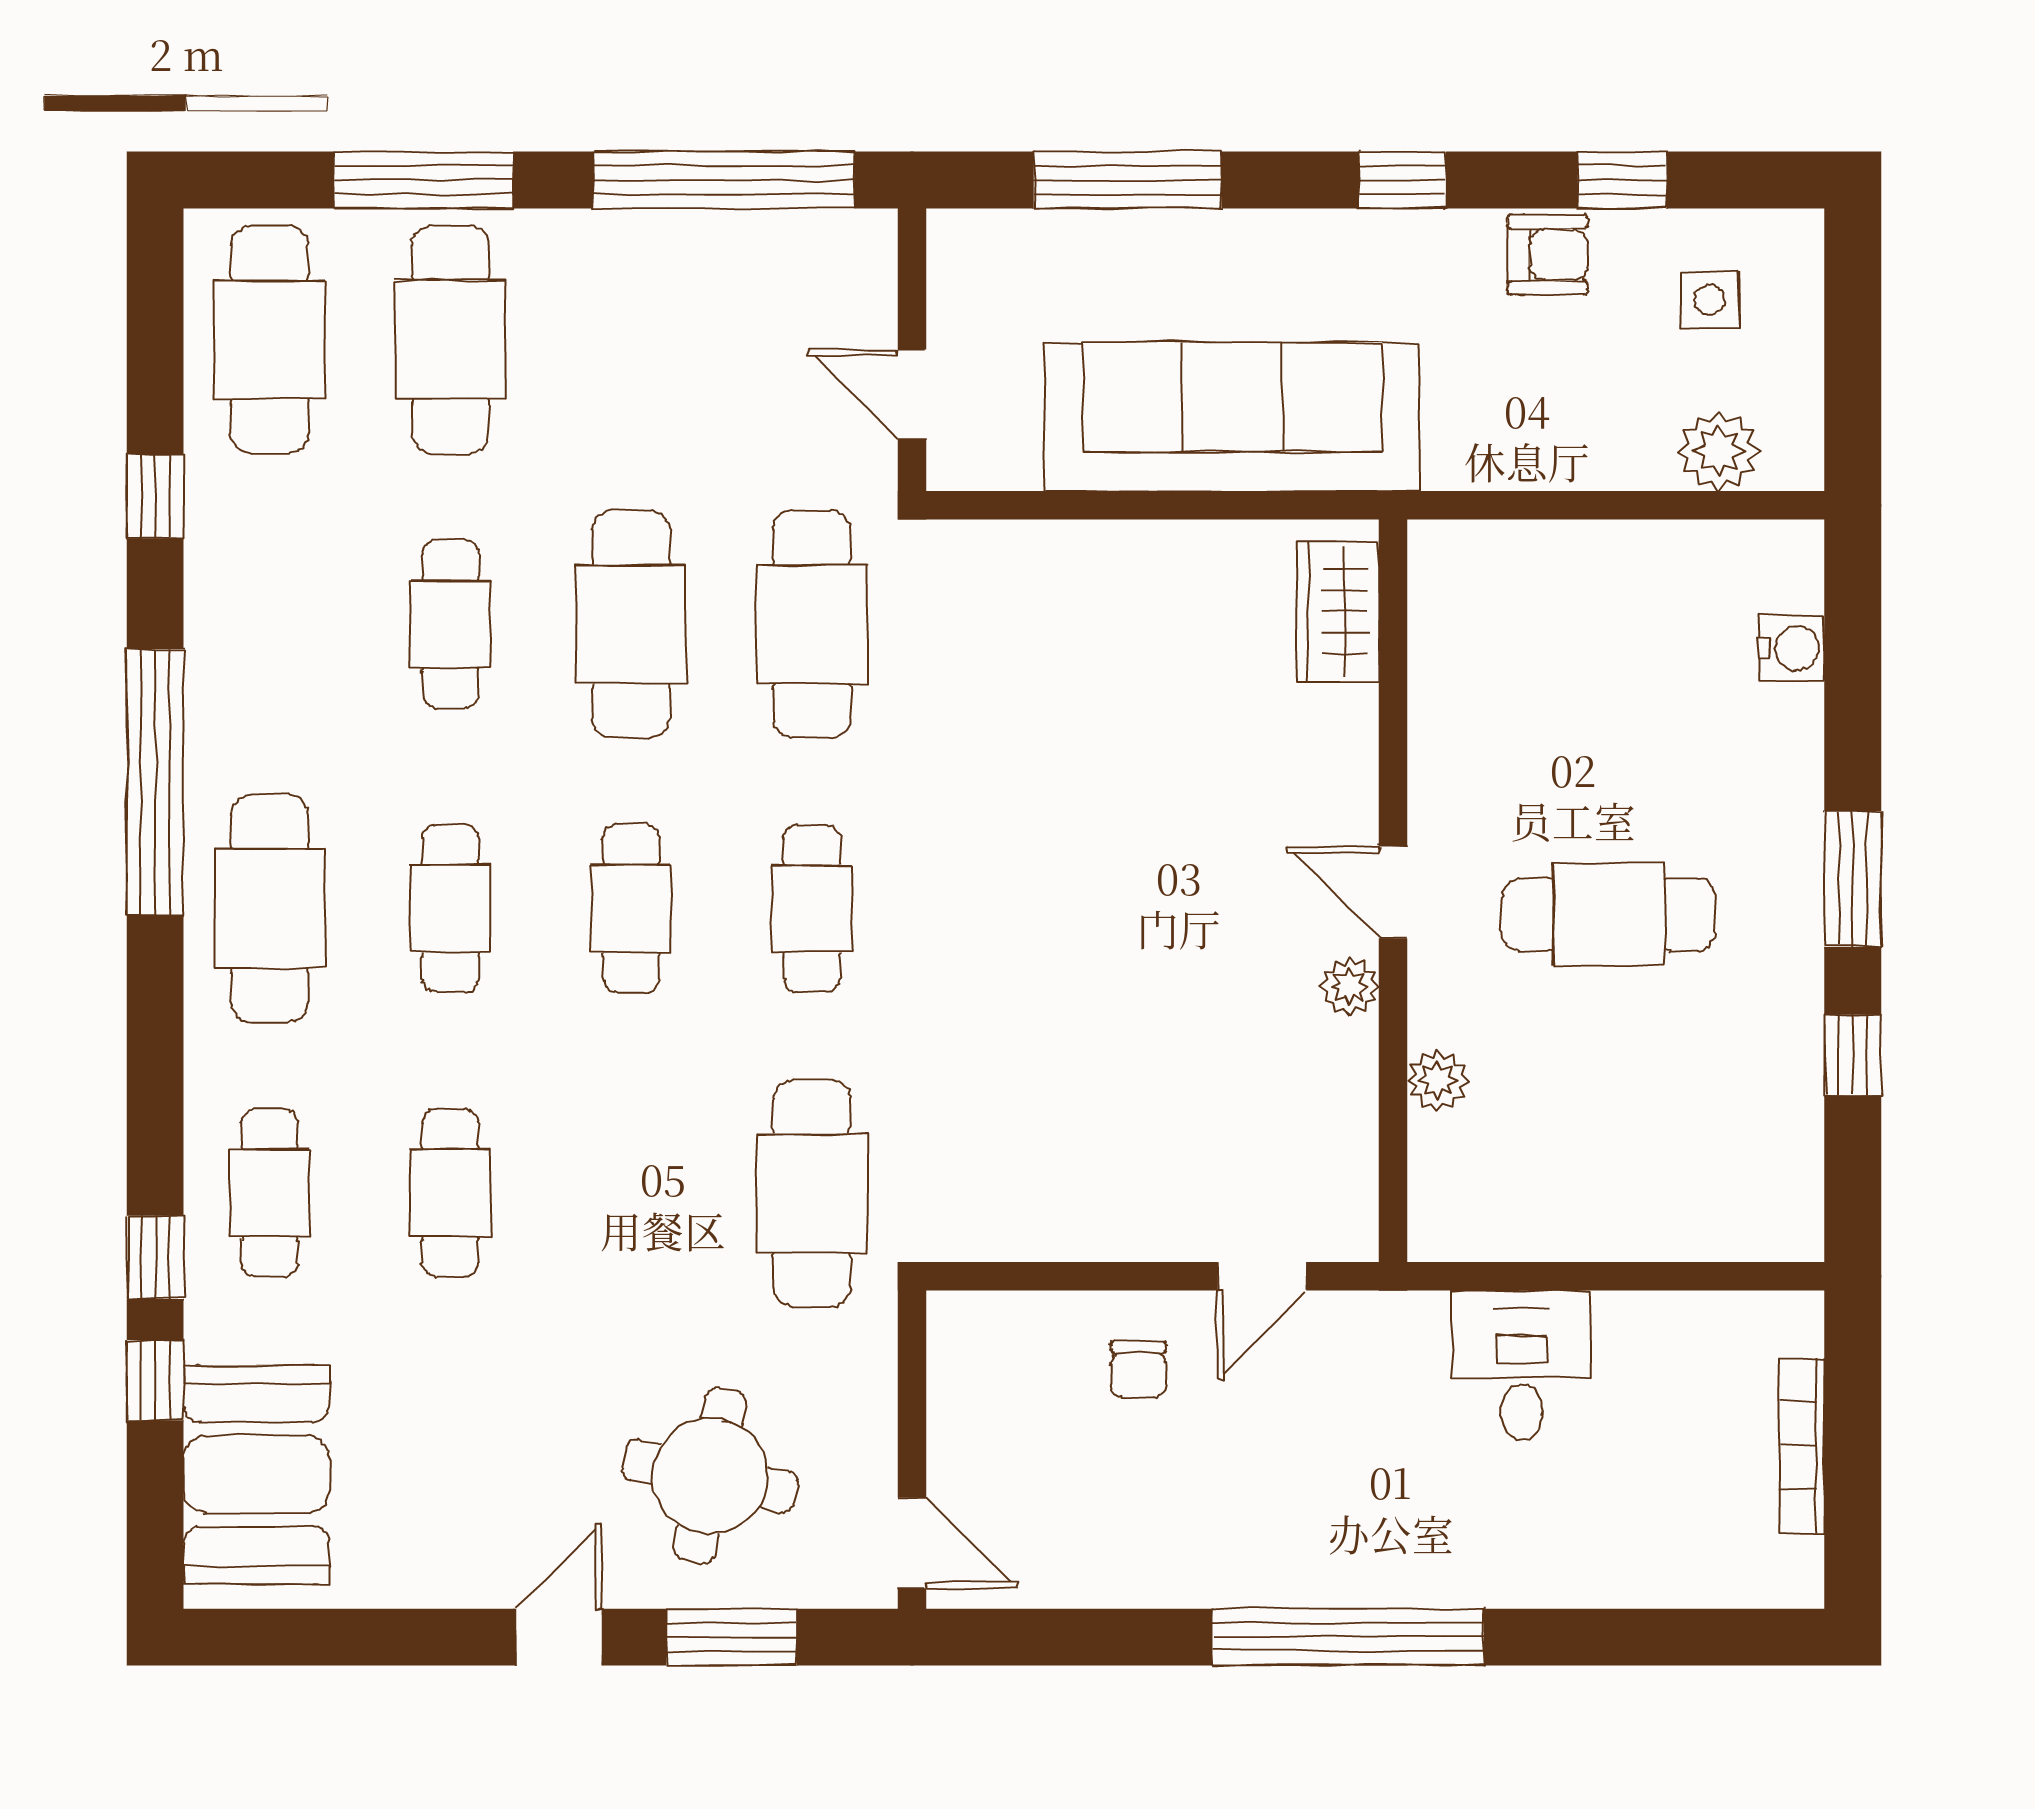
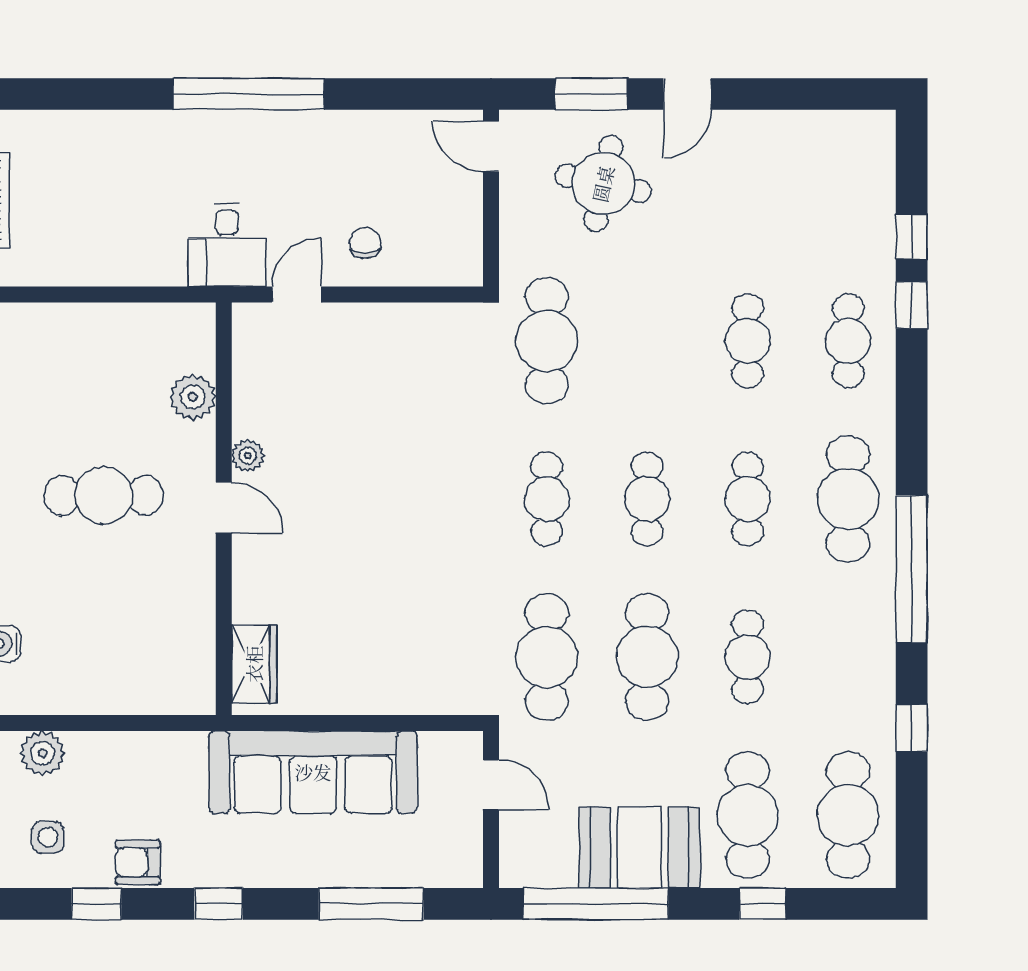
window: (424, 180) -> (762, 904), width x0.46
plant: (1437, 1081) -> (193, 397), width x1.38, depth x1.38
desk: (1522, 1365) -> (227, 245), moved
booth: (256, 1474) -> (639, 848), moved, turned 90

